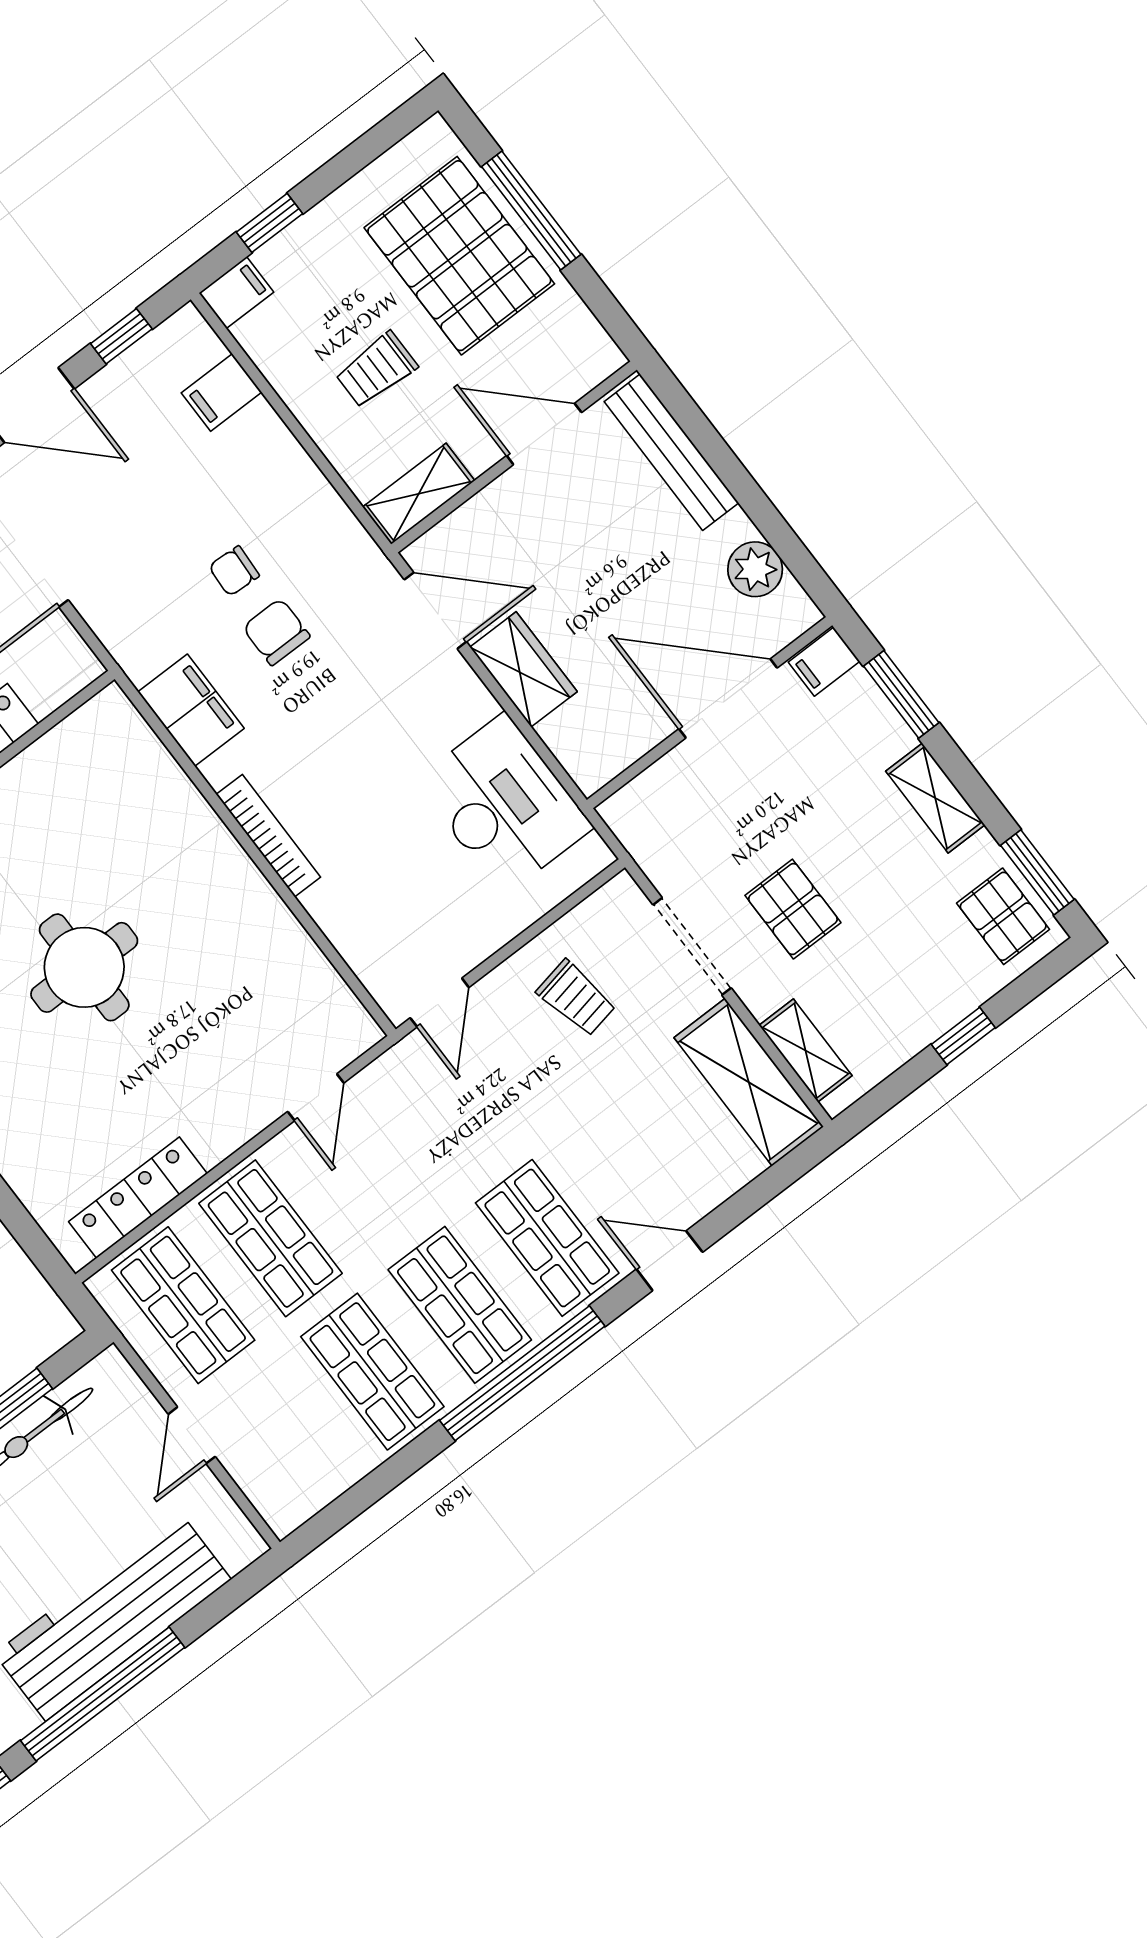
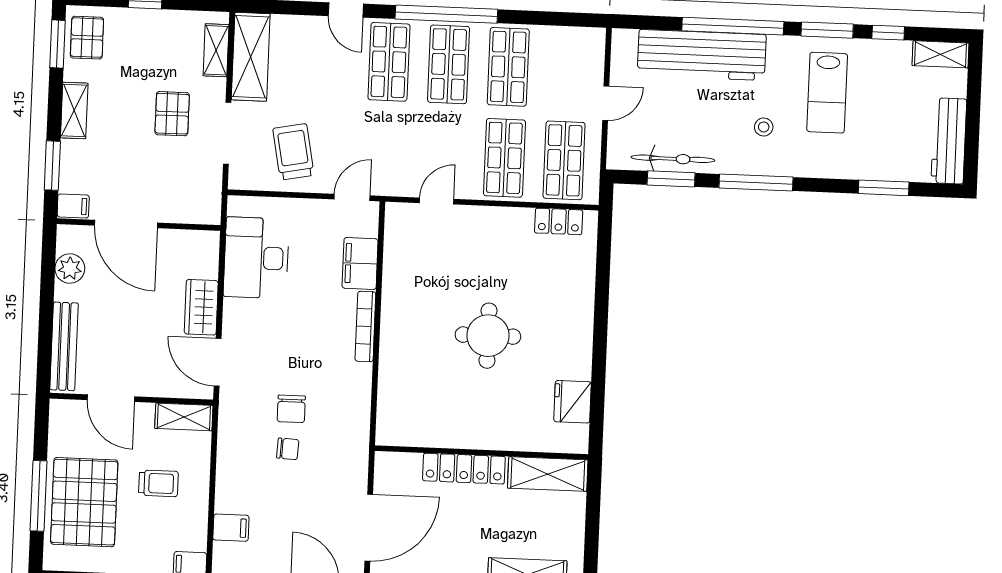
filing cabinet: (191, 710) -> (360, 263), moved
trolley: (576, 998) -> (293, 152), width x1.36, depth x1.39
locker: (138, 1198) -> (559, 221), width x0.66

